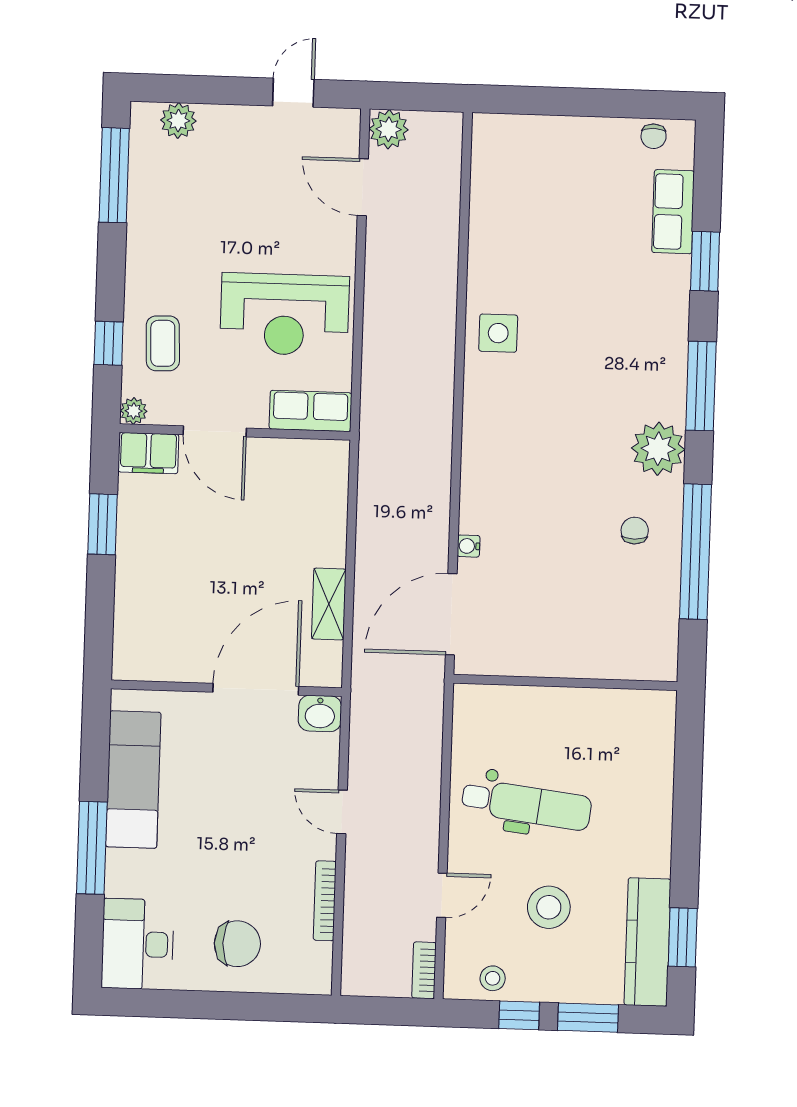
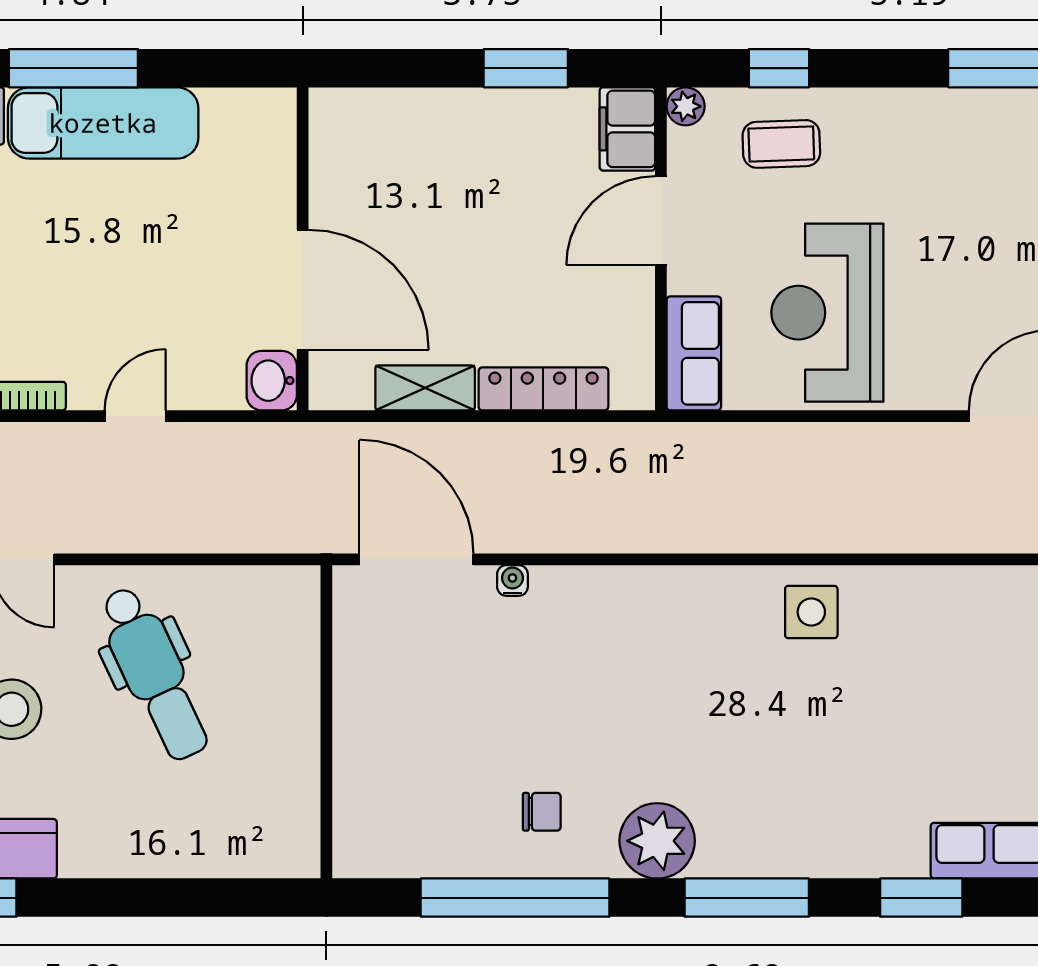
locker: (332, 519) -> (543, 389), added
exam couch: (133, 779) -> (103, 123), moved
dental chair: (526, 805) -> (154, 673), turned -32

